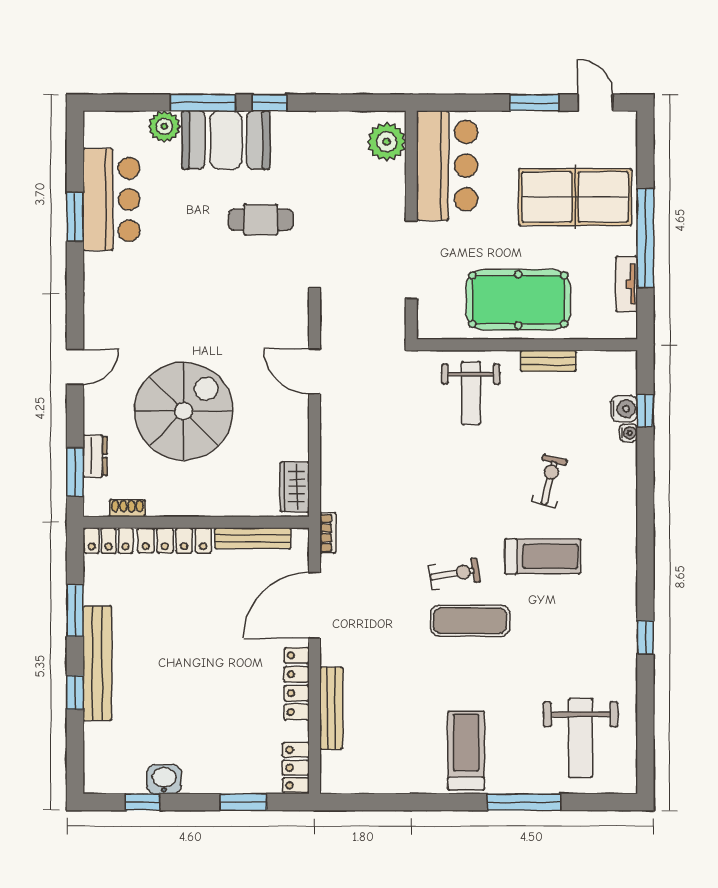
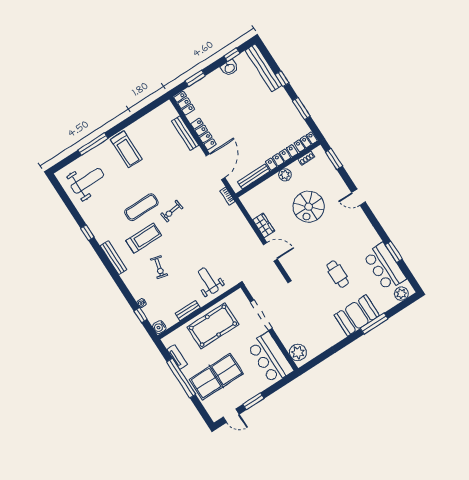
window: (270, 103) -> (350, 339), removed
plant: (164, 126) -> (401, 294), moved
cafe table: (261, 220) -> (338, 274), moved, turned 90
door: (75, 367) -> (359, 197), hinge flipped
water cooler: (624, 409) -> (159, 327), moved
spiral stairs: (184, 411) -> (309, 207), width x0.73, depth x0.73
dresser: (95, 456) -> (330, 170), removed
wardrobe: (295, 487) -> (264, 225), moved
plant: (190, 502) -> (285, 175), added
treadmill: (543, 556) -> (144, 238), turned 180
bench: (626, 556) -> (113, 258), added
exercise mat: (470, 621) -> (141, 207), moved
bench: (97, 663) -> (264, 68), moved
weight bench: (581, 738) -> (87, 181), turned 90

